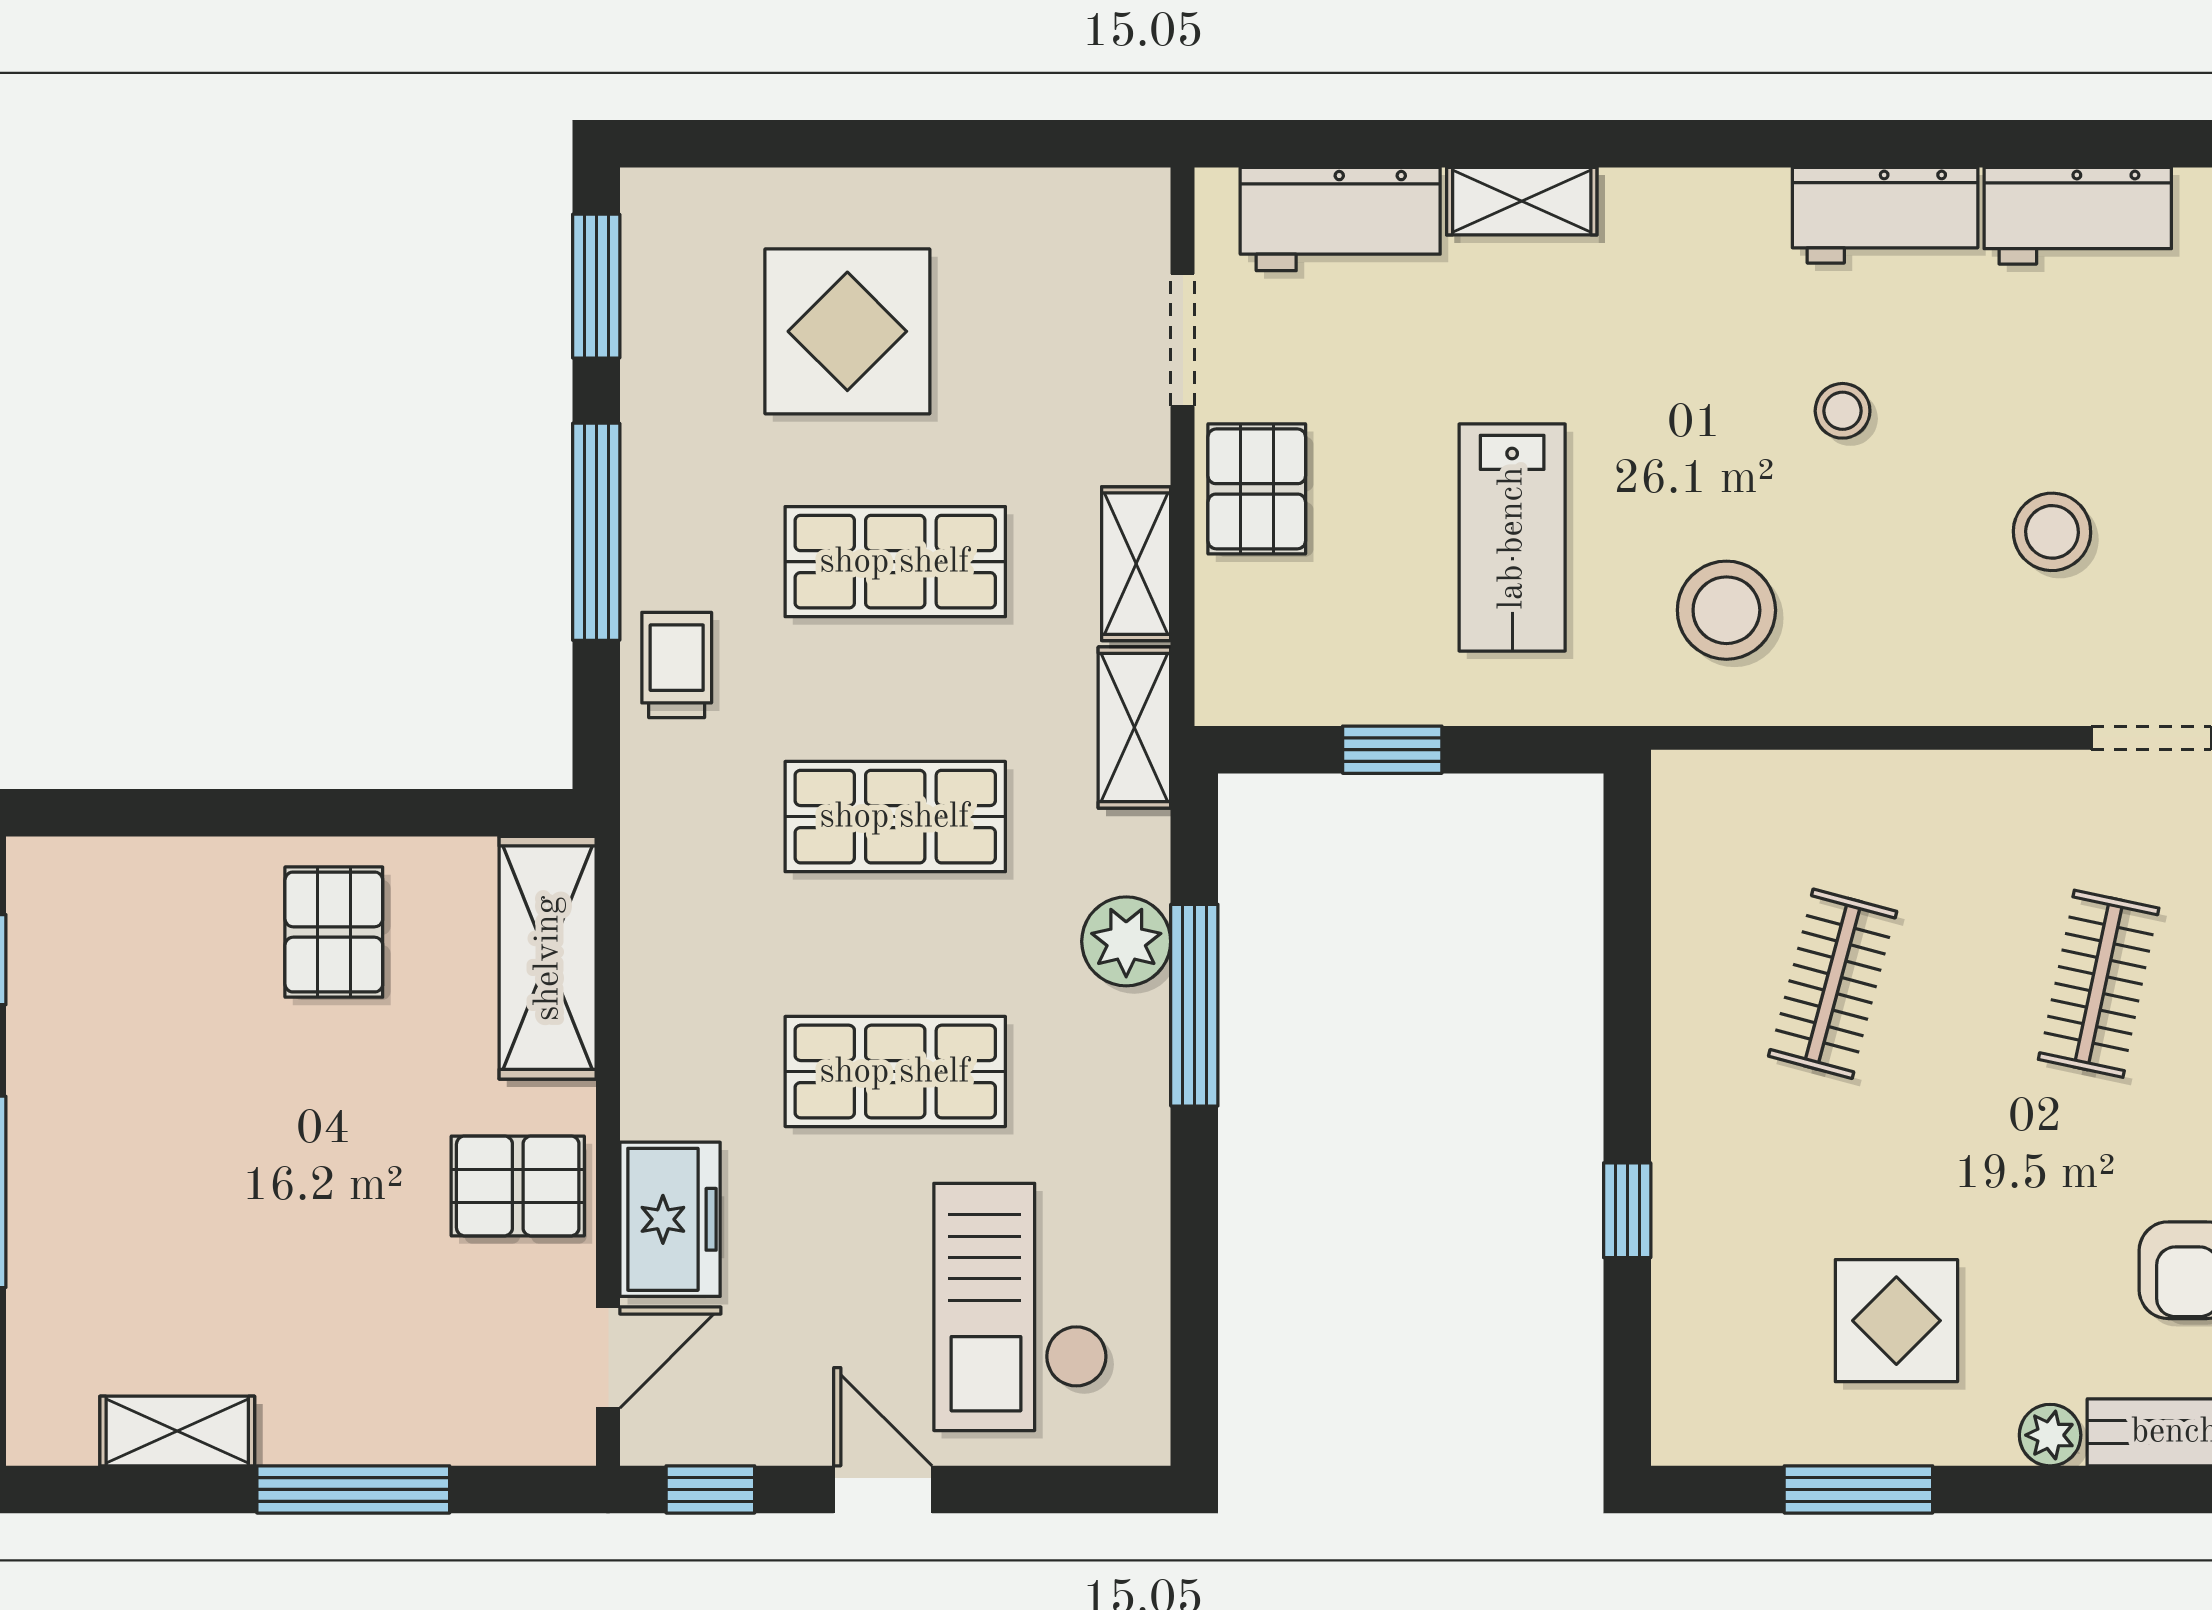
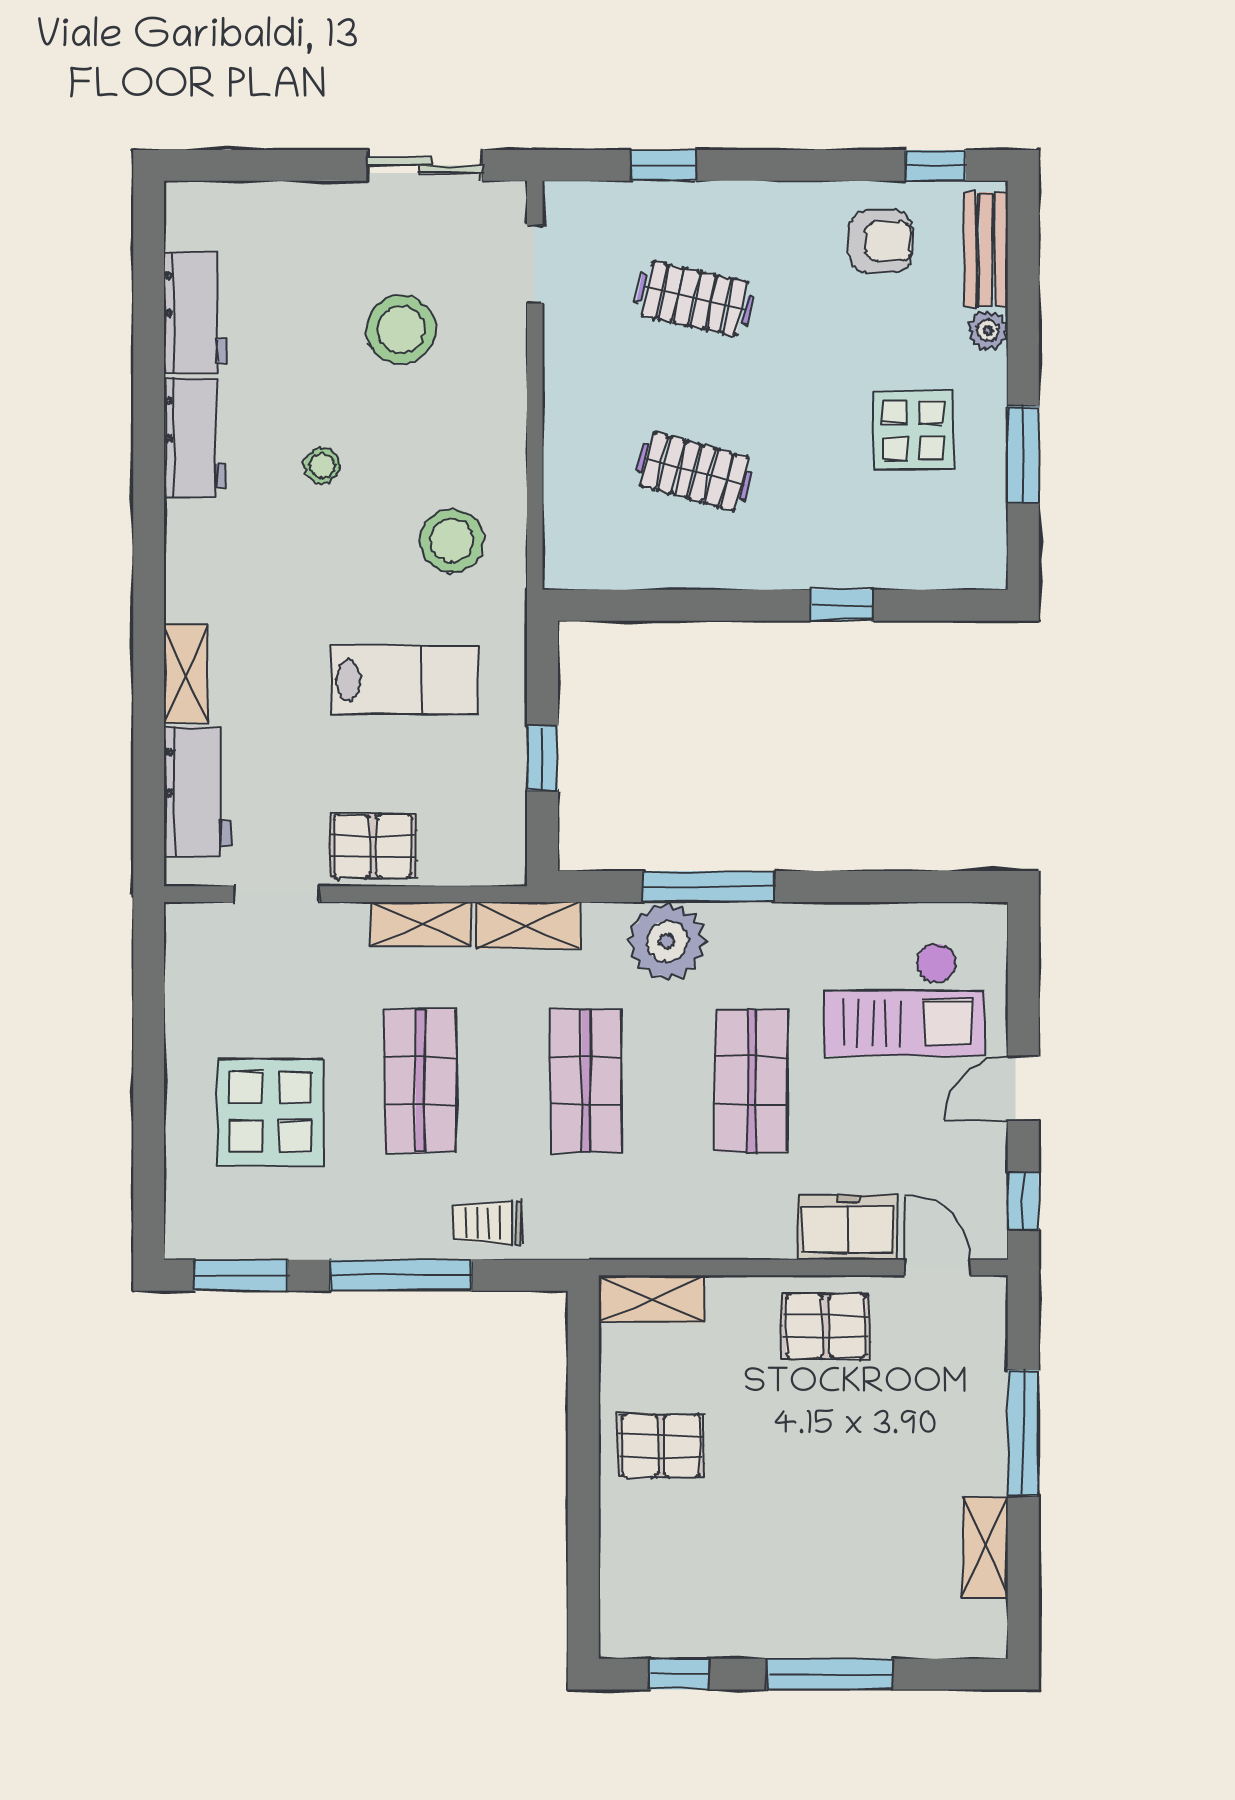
stool: (2052, 532) -> (401, 329), width x1.38, depth x1.38
plant: (1126, 941) -> (667, 941), width x1.36, depth x1.36
shelving: (548, 958) -> (651, 1299), width x0.67, depth x0.75
pallet: (518, 1186) -> (826, 1326), turned 90

